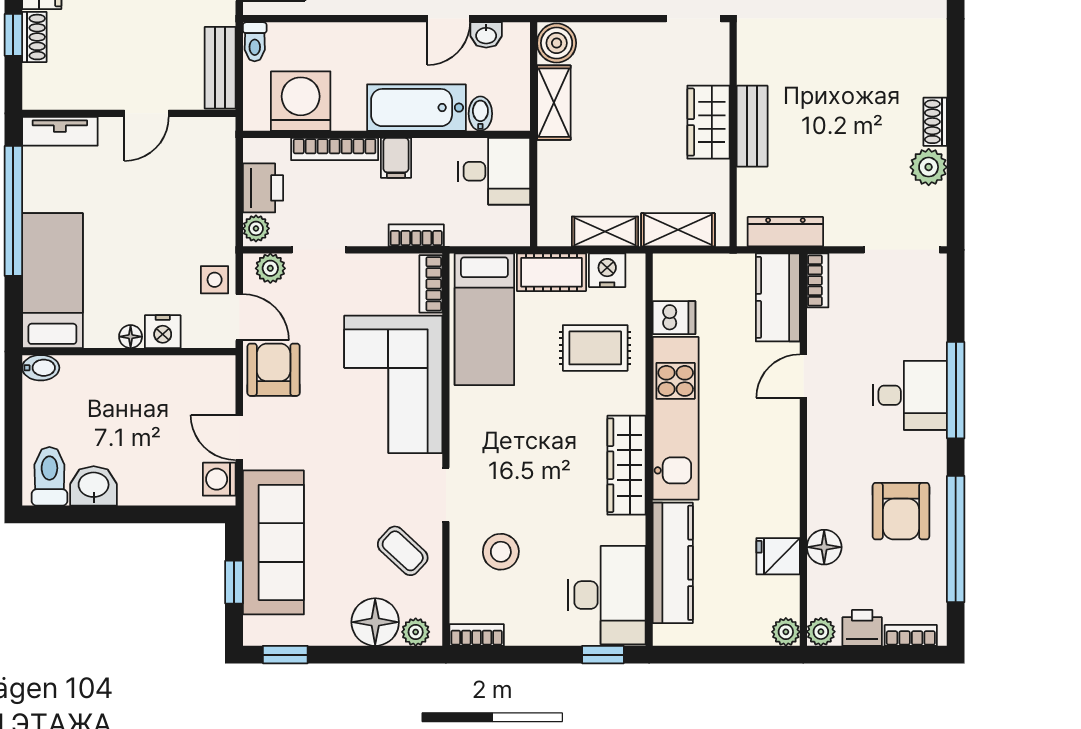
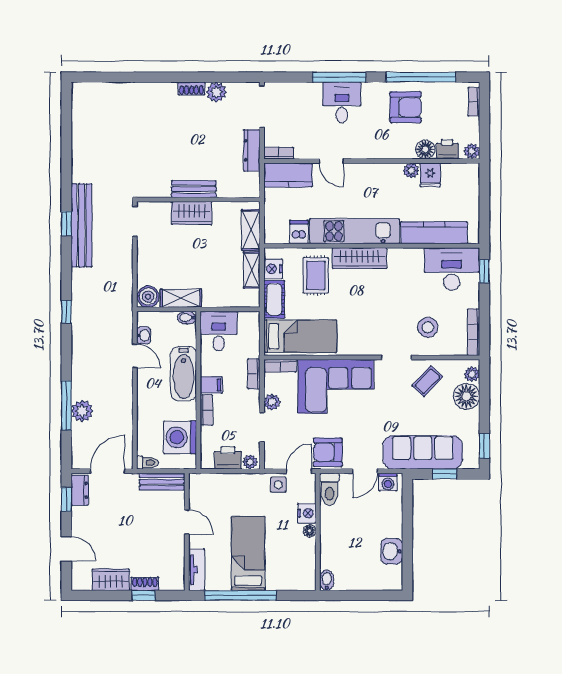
bidet: (480, 114) -> (187, 318), moved
bookcase: (335, 149) -> (206, 410), width x0.64
dresser: (785, 232) -> (252, 150), moved
plant: (270, 268) -> (272, 402), moved
bed: (52, 281) -> (248, 553), moved, turned 90
wardrobe: (626, 465) -> (359, 258), moved
toilet: (49, 476) -> (330, 489), moved, turned -90
printer: (862, 628) -> (447, 149), moved, turned 90
plant: (786, 632) -> (411, 171), moved
bookcase: (477, 635) -> (474, 332), width x1.56

